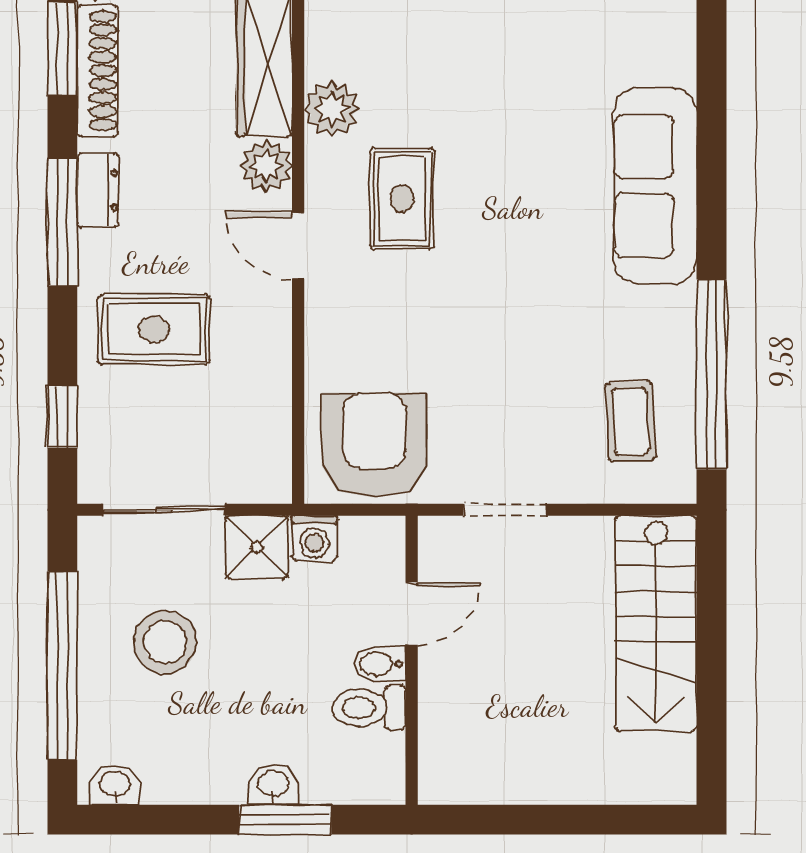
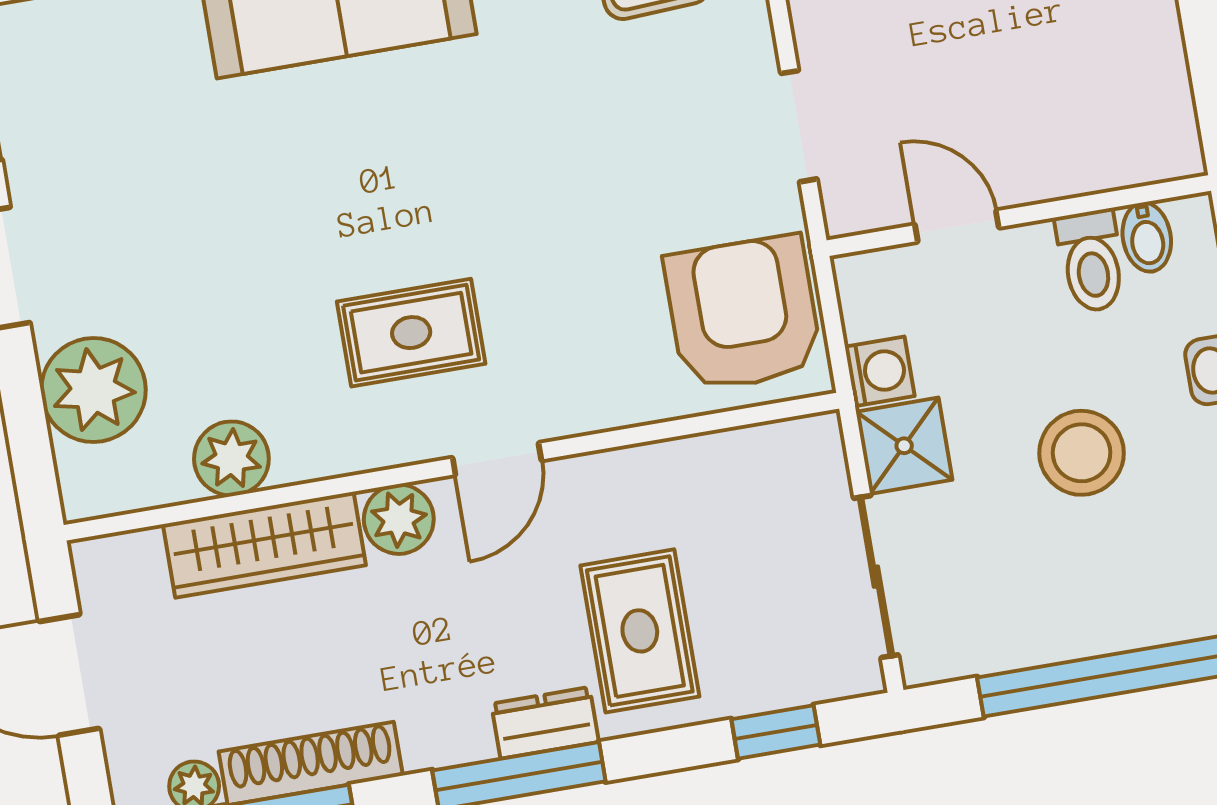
plant: (332, 109) -> (231, 459), moved
dresser: (98, 190) -> (545, 723), moved
armchair: (374, 445) -> (743, 313), turned 90
stool: (165, 642) -> (1082, 453), moved
bidet: (380, 664) -> (1147, 237), moved

